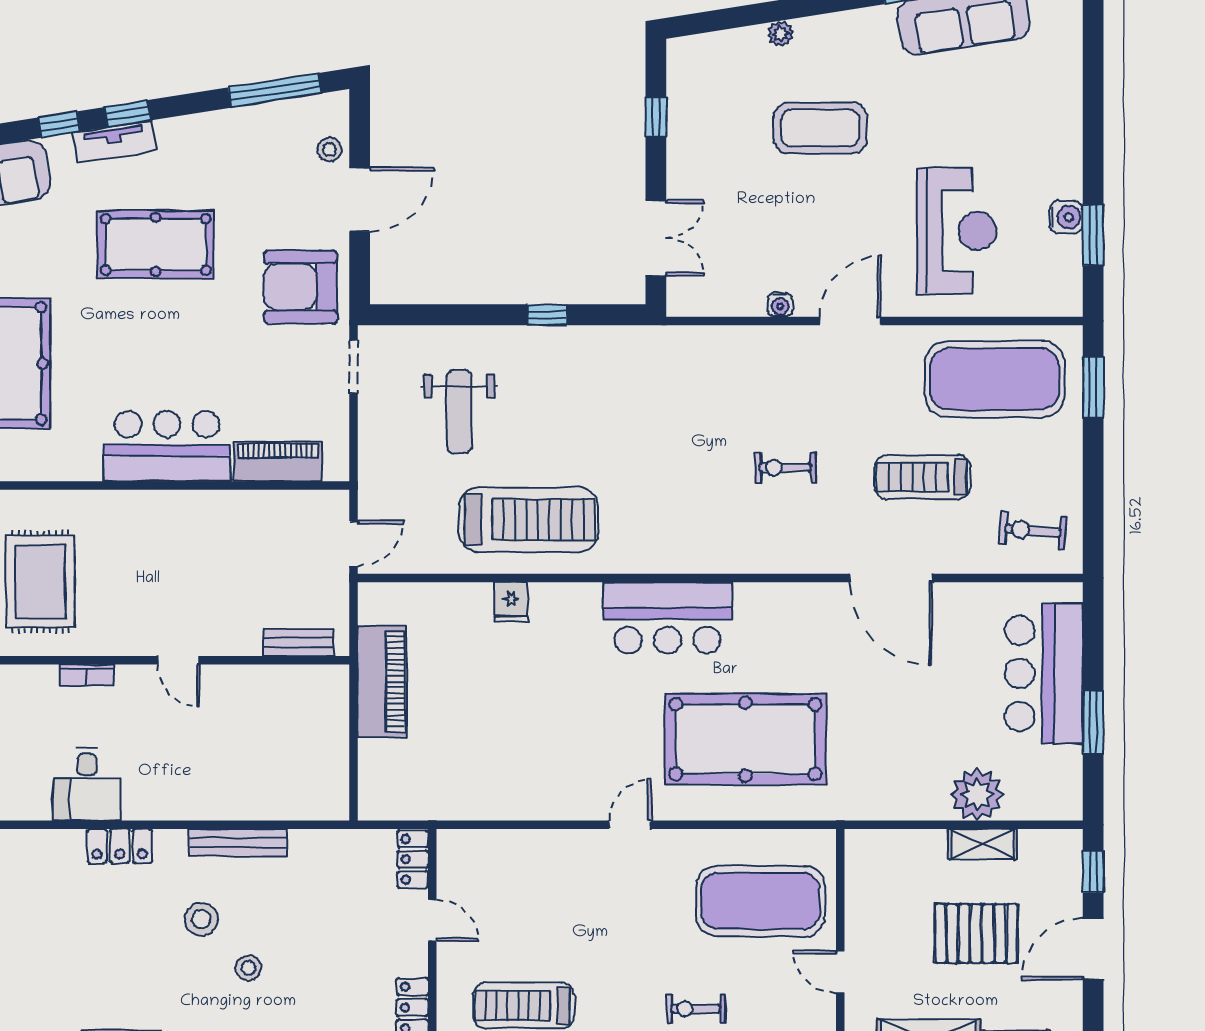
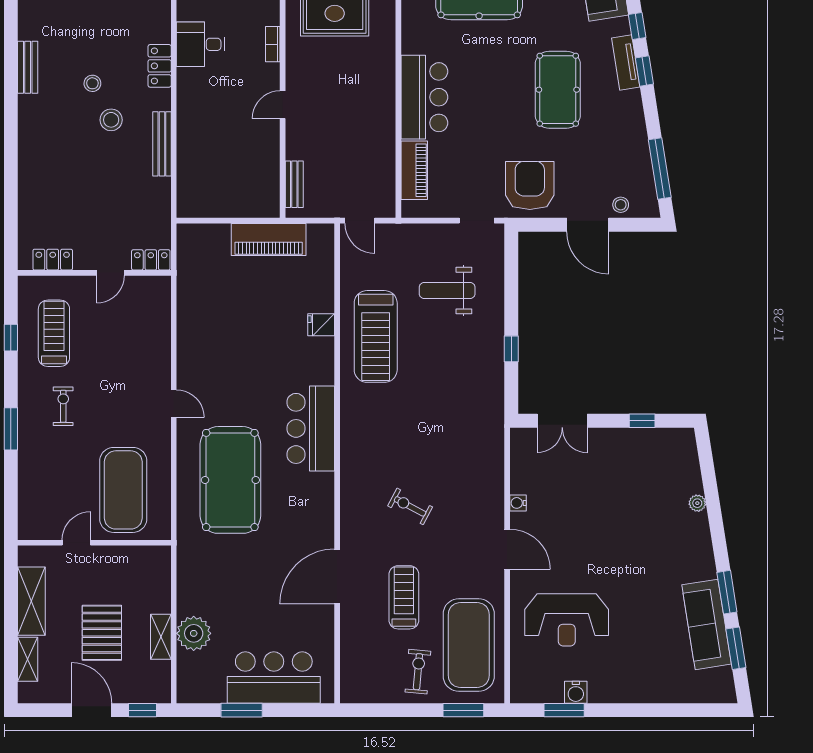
coffee table: (820, 128) -> (635, 530), removed
exercise bike: (785, 468) -> (410, 506), turned -62
exercise bike: (1033, 531) -> (418, 672), moved
stool: (248, 968) -> (92, 83), moved
exercise bike: (696, 1009) -> (63, 406), moved

